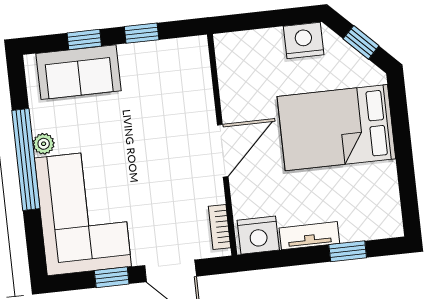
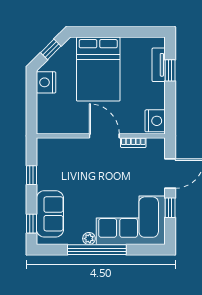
window: (84, 39) -> (32, 224), moved
bookcase: (220, 227) -> (133, 143), moved
tv unit: (309, 236) -> (159, 65), moved

